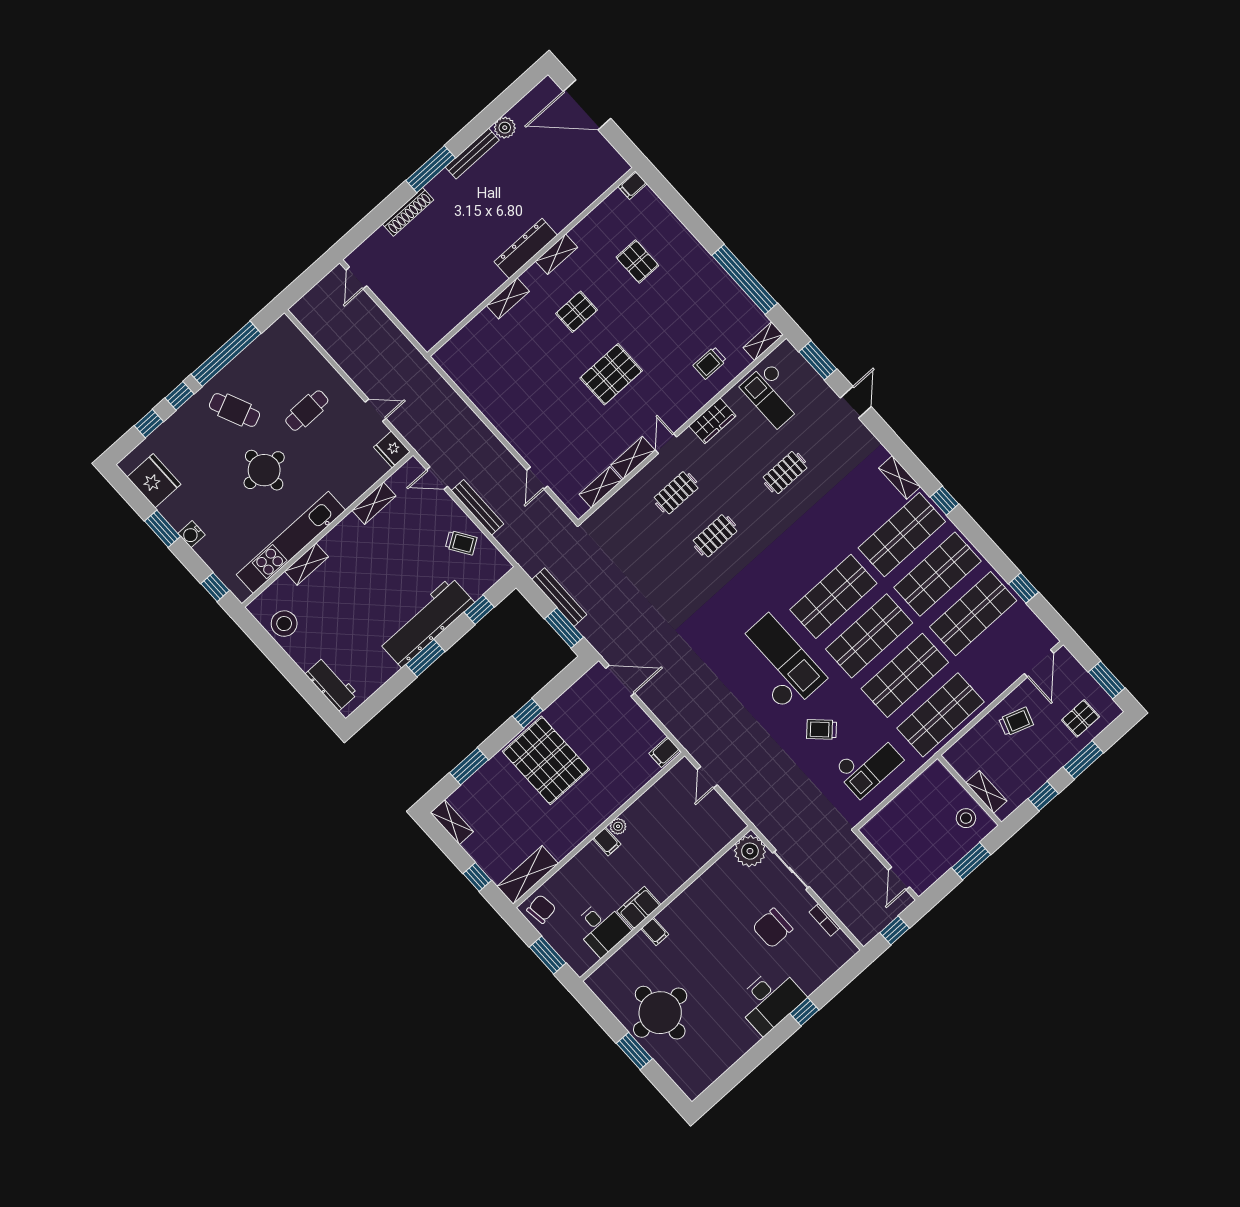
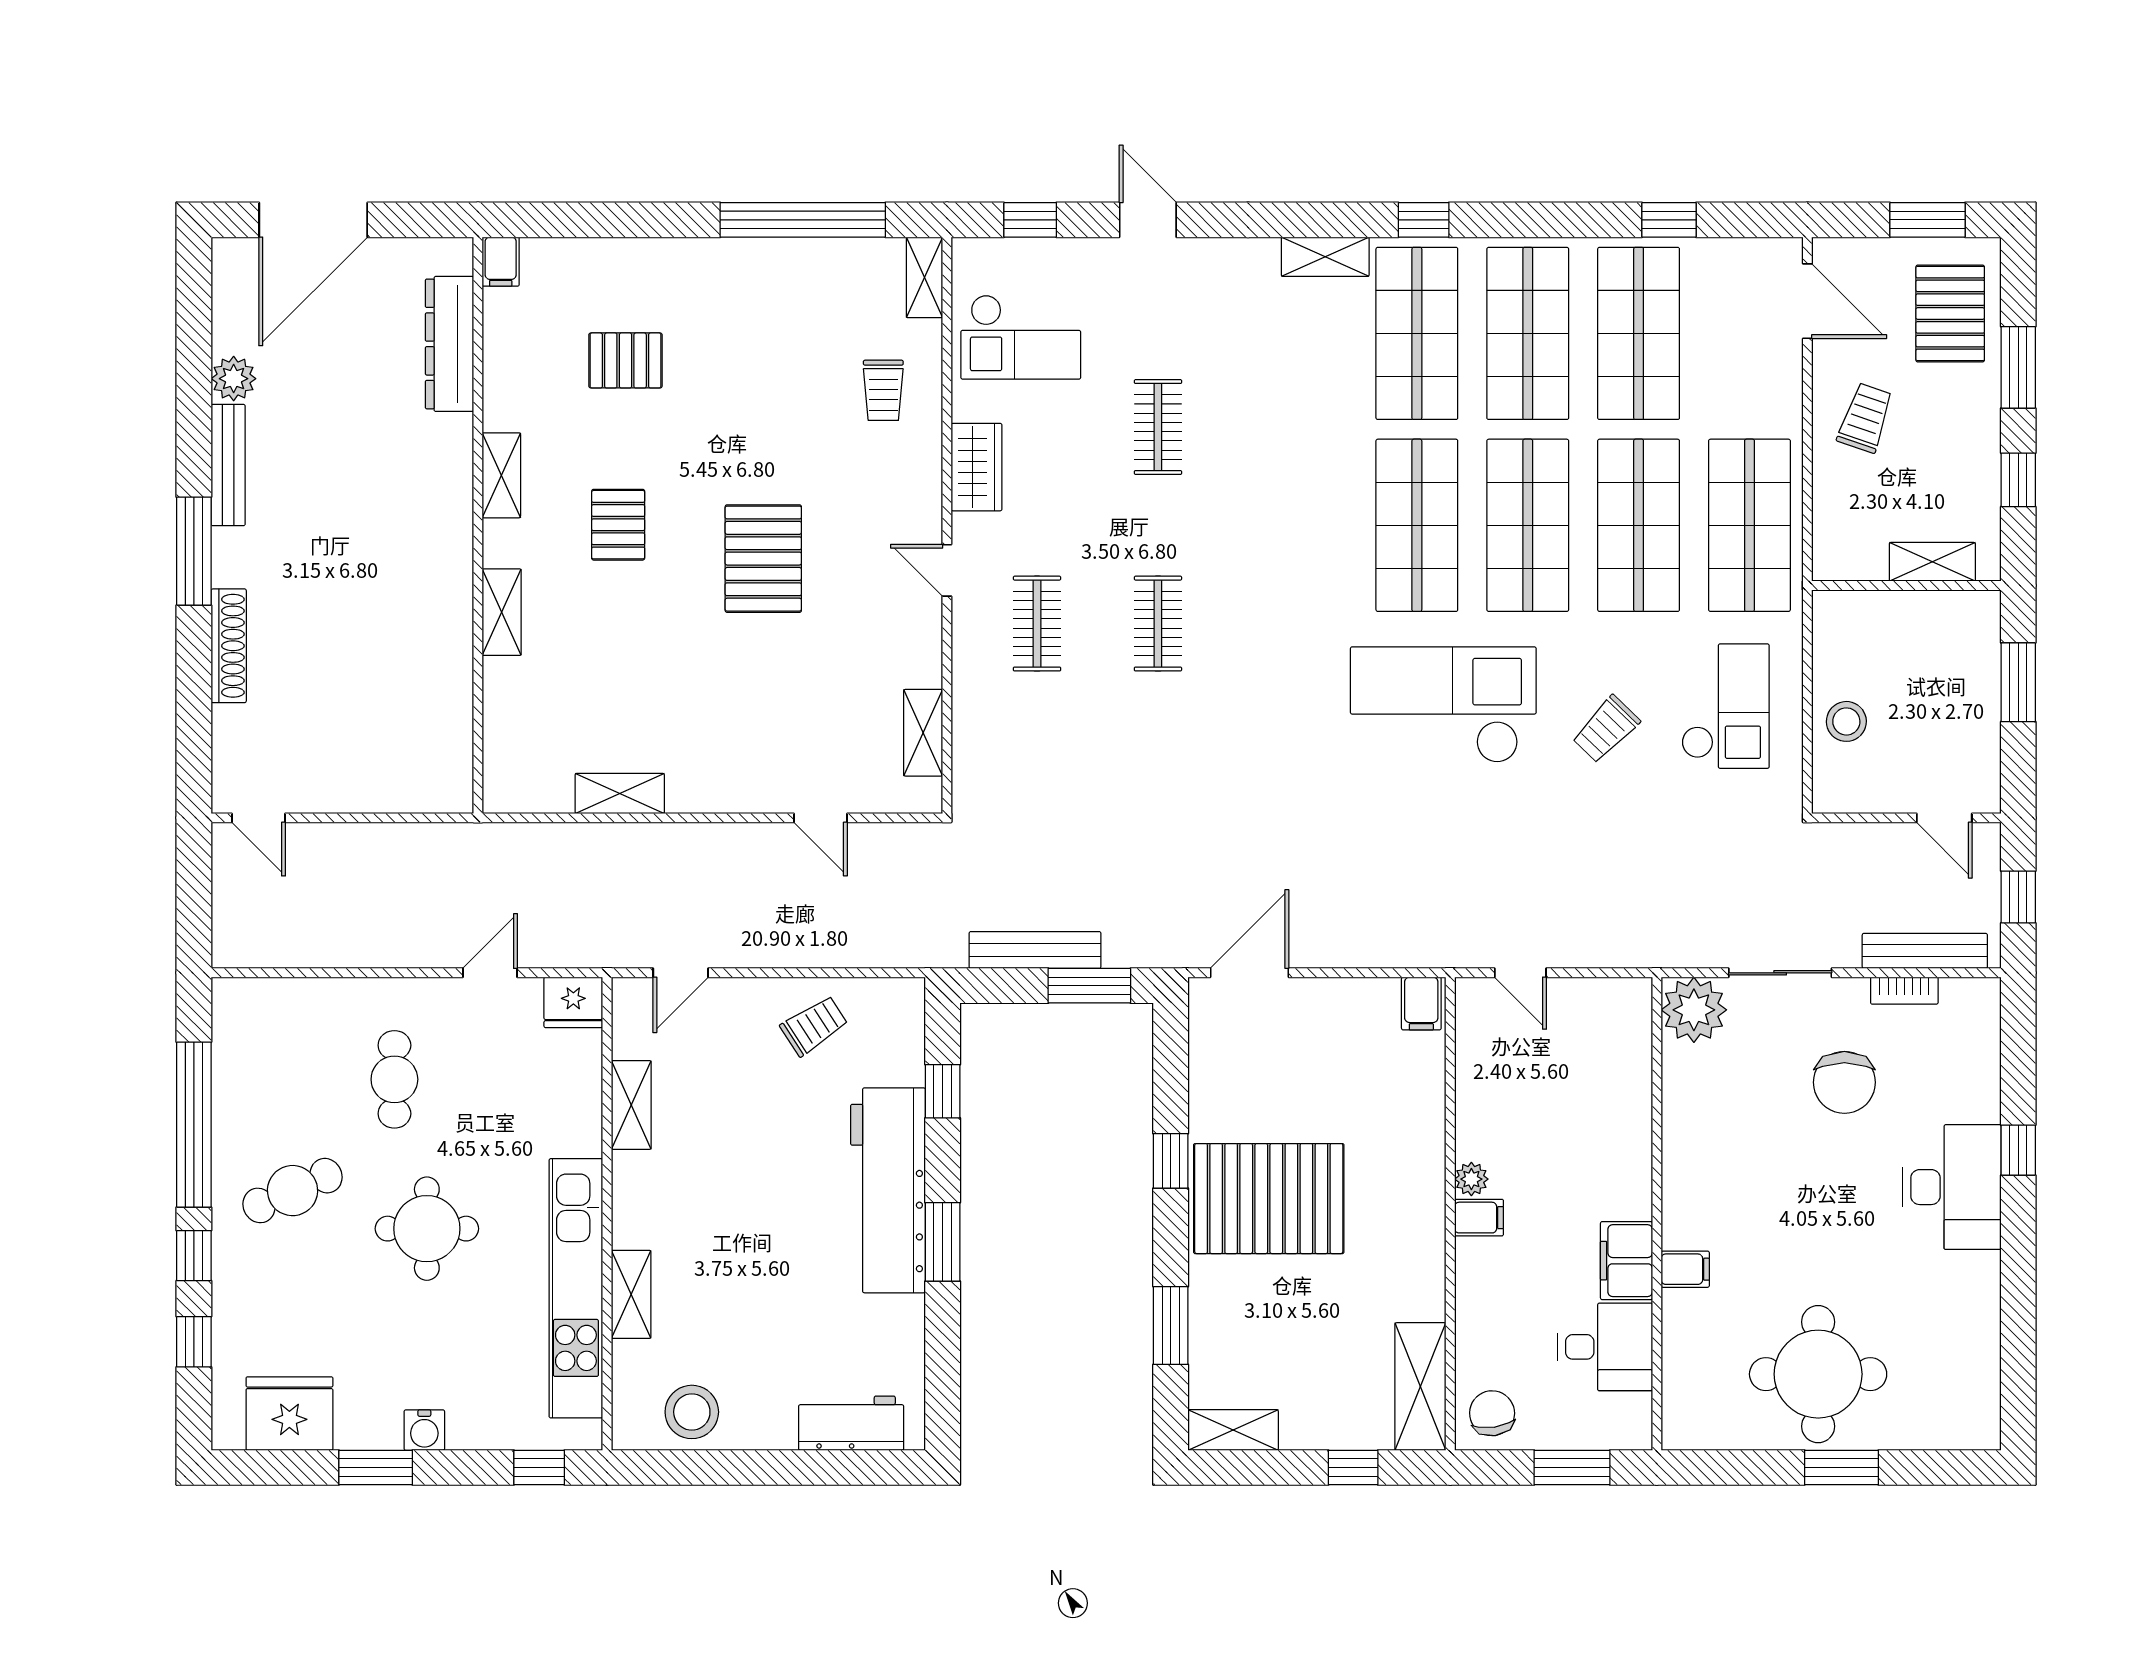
dresser: (526, 248) -> (450, 344), moved
window: (818, 360) -> (1030, 220), width x0.67
shelving: (633, 458) -> (620, 793), moved, turned 90
bench: (477, 507) -> (1925, 951), moved
pallet: (1081, 718) -> (1950, 314), width x1.50, depth x1.42
stool: (966, 818) -> (1846, 721), moved

